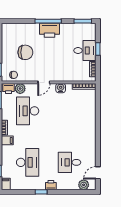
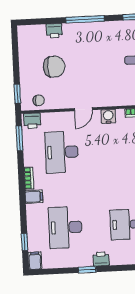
printer: (49, 30) -> (54, 31), moved, width x0.53, depth x0.68
plant: (20, 89) -> (49, 120), removed
desk: (28, 162) -> (65, 227), turned 180

